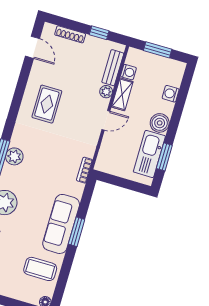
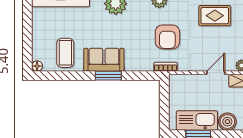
door: (106, 120) -> (216, 73), swing flipped
armchair: (55, 159) -> (167, 37), added
sofa: (61, 224) -> (104, 60), width x0.73

